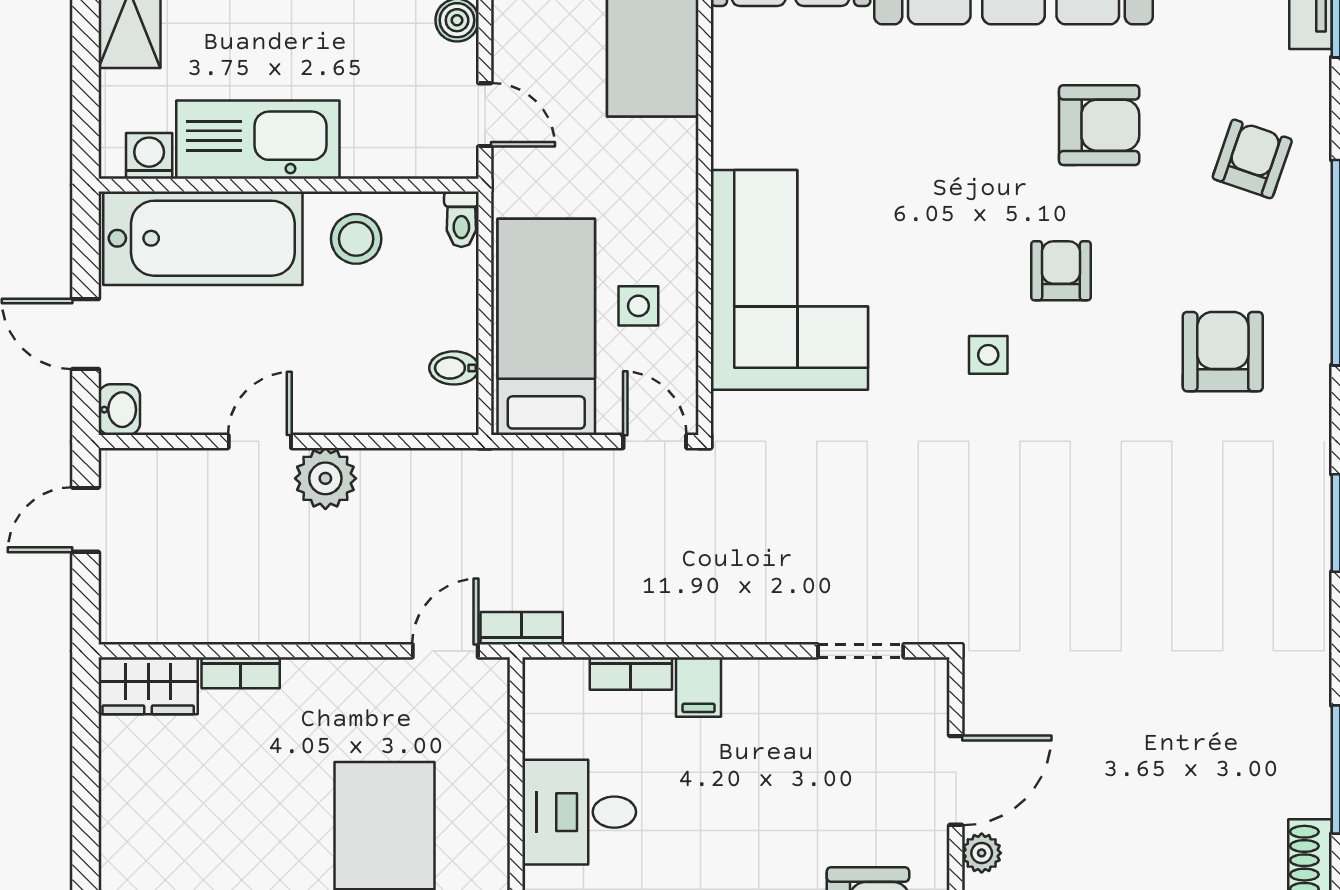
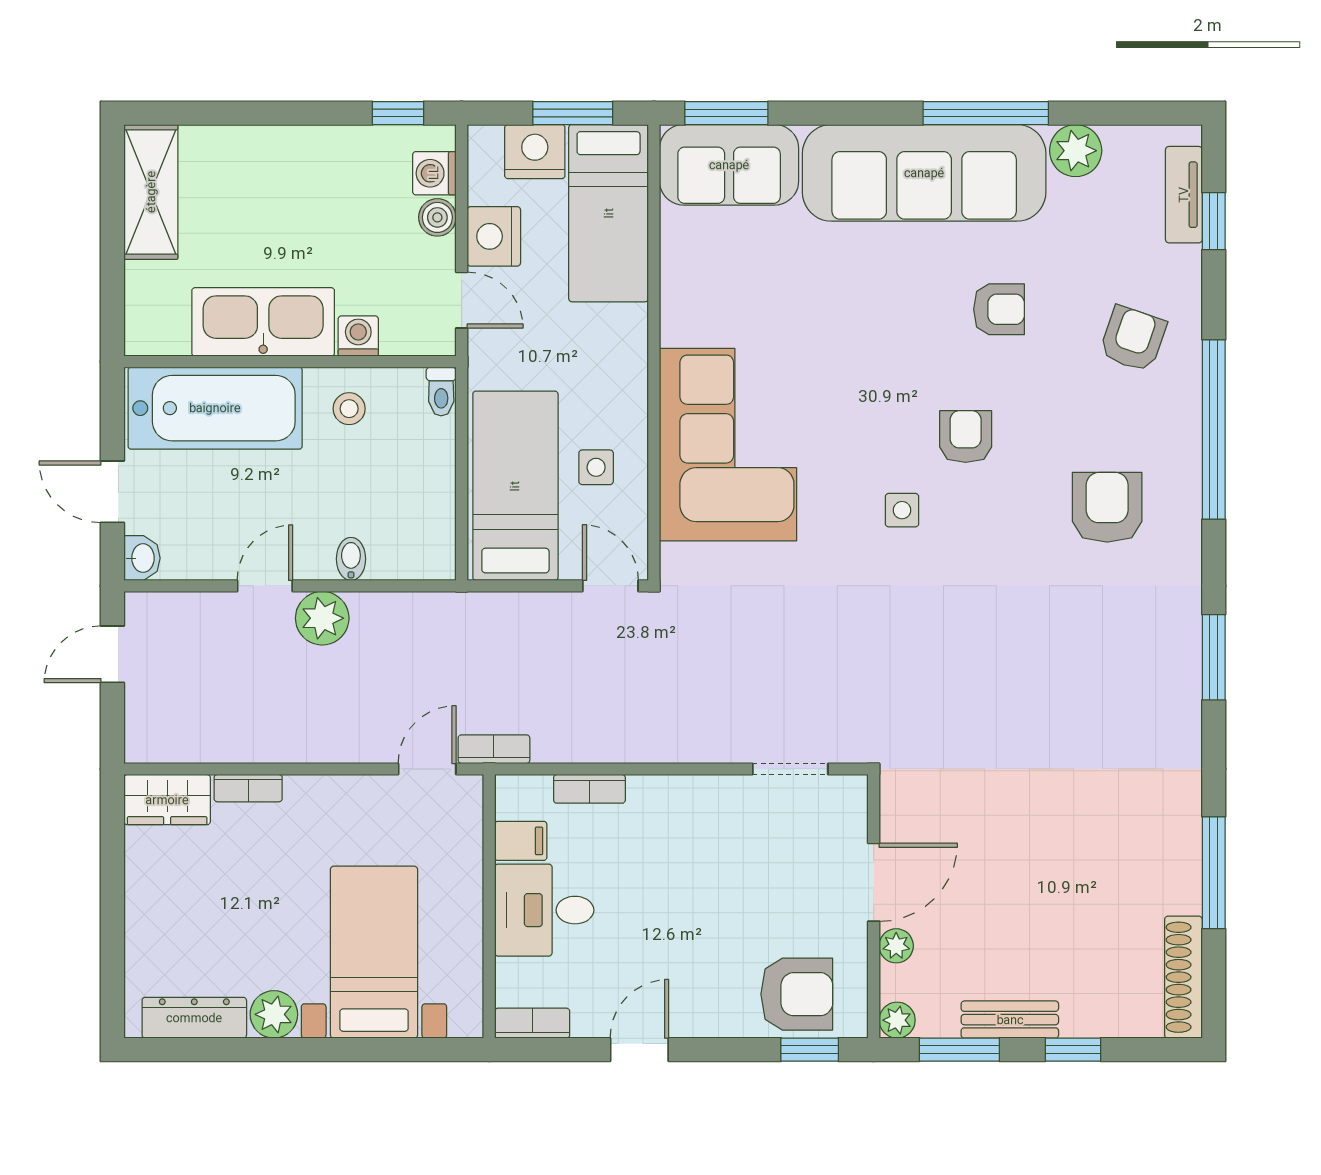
nightstand: (522, 42) -> (494, 236), added
armchair: (1099, 125) -> (999, 309), width x0.72, depth x0.72
washing machine: (149, 156) -> (358, 336), moved
stool: (356, 239) -> (349, 409), width x0.73, depth x0.73
bidet: (454, 368) -> (351, 559), moved, turned 90
filing cabinet: (699, 687) -> (521, 841), moved, turned -90

